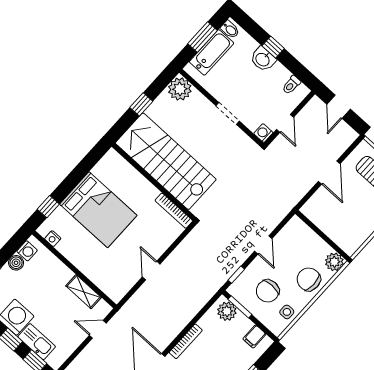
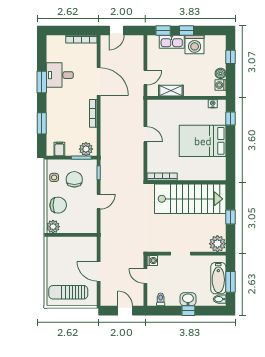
door: (263, 245) -> (99, 202), swing flipped

